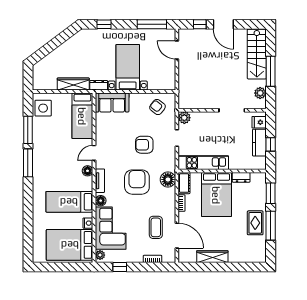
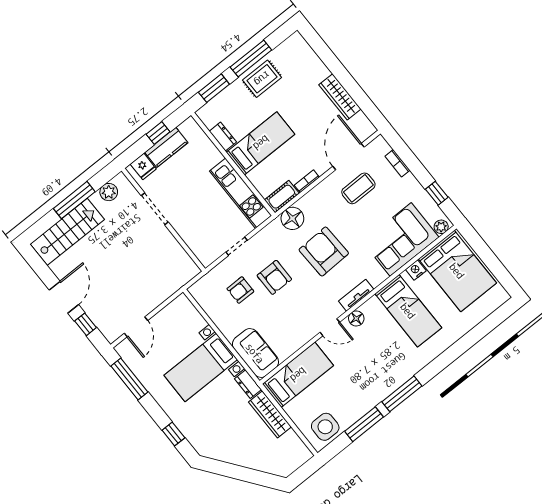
armchair: (157, 107) -> (240, 290), moved, turned 52
plant: (184, 118) -> (207, 256), removed
armchair: (137, 182) -> (324, 252), turned 88
bed: (216, 195) -> (261, 143), width x0.67
floor lamp: (101, 201) -> (378, 276), removed

